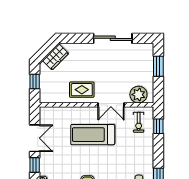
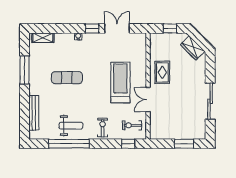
plant: (138, 95) -> (158, 125), removed
double door: (35, 138) -> (117, 28), swing flipped
exercise bike: (141, 154) -> (103, 127), added

